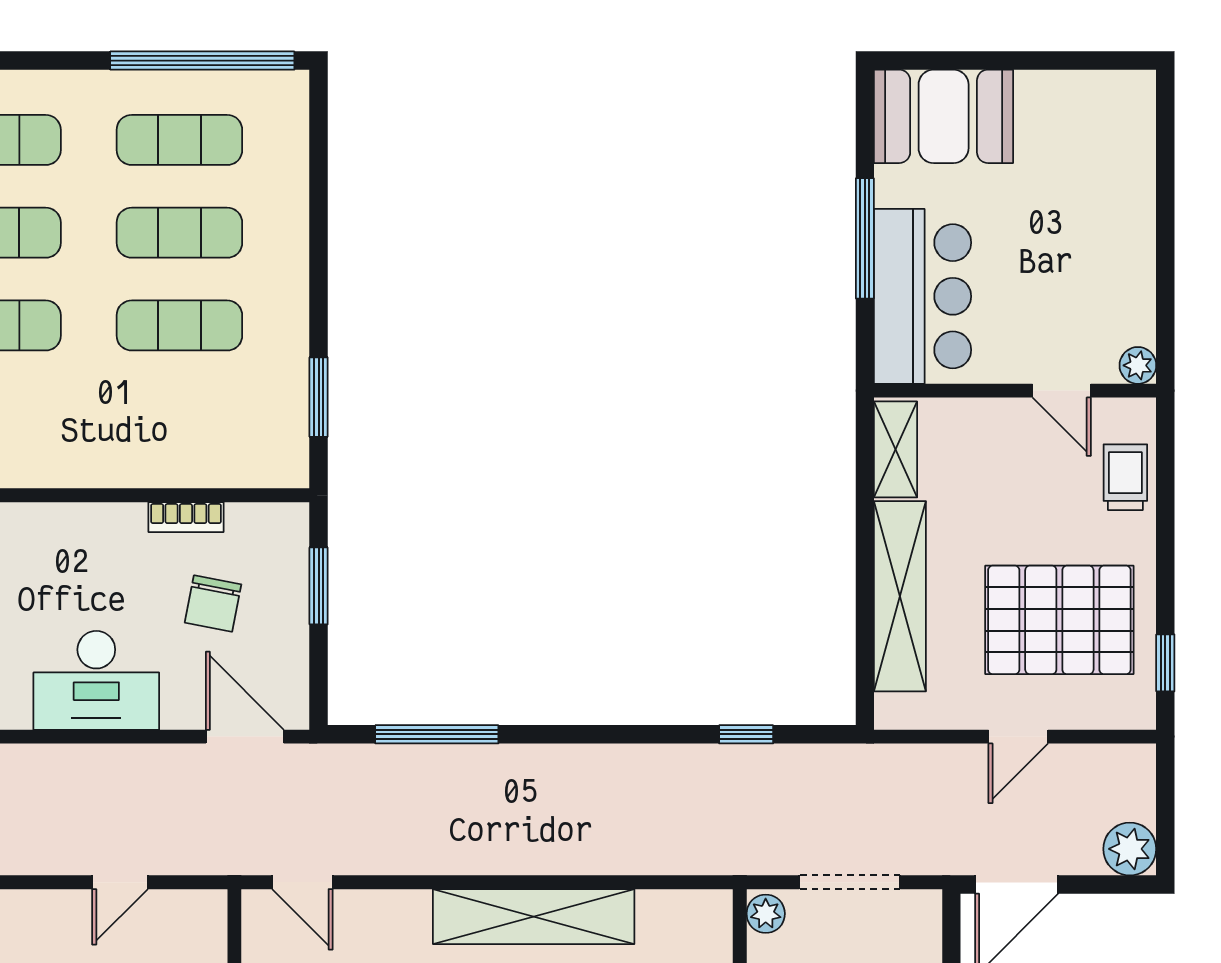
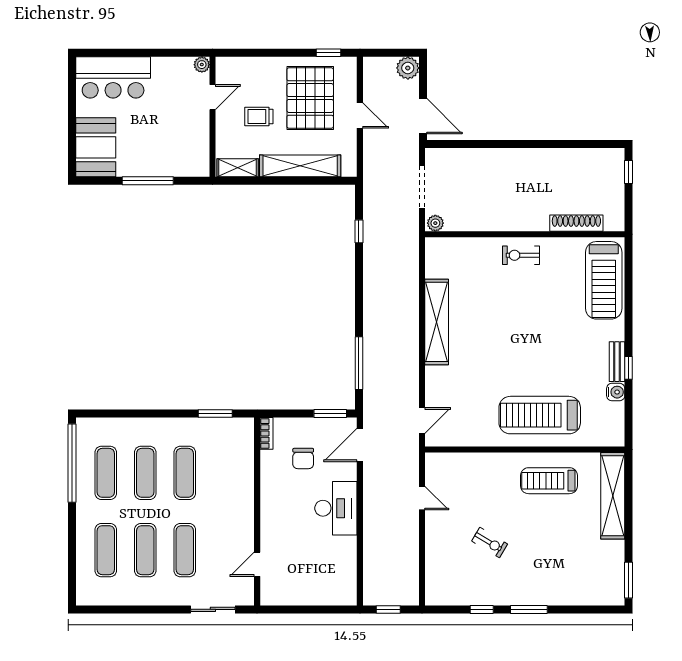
bar counter: (923, 296) -> (113, 77), moved, turned 180
trolley: (1125, 477) -> (259, 116), moved
bookcase: (186, 517) -> (266, 433), moved
window: (319, 586) -> (330, 414), moved
chair: (213, 603) -> (303, 459), turned 79

